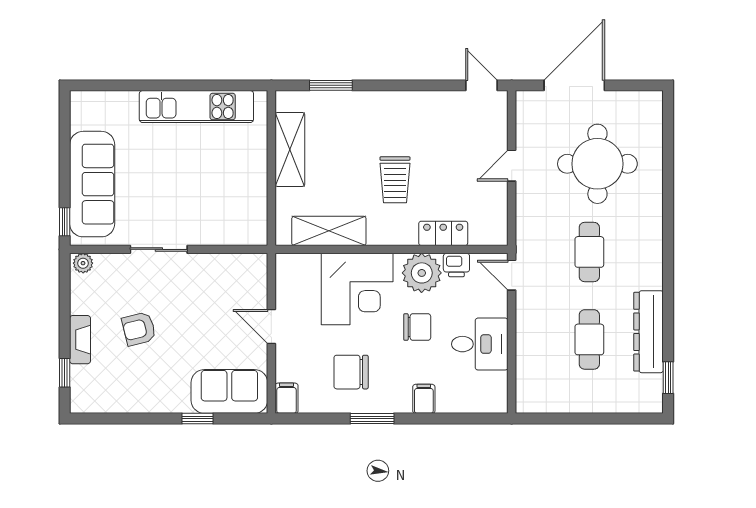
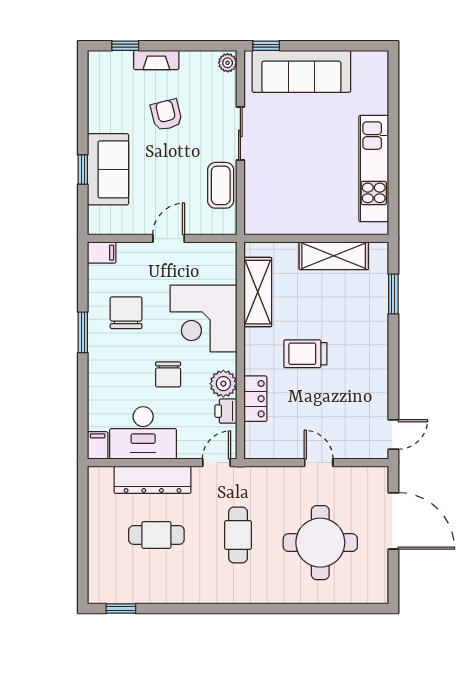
cafe table: (589, 252) -> (238, 535), turned 90
coffee table: (214, 271) -> (221, 185), added
plant: (422, 273) -> (223, 384), width x0.73, depth x0.73
dresser: (648, 332) -> (153, 480), moved, turned 180
desk: (480, 344) -> (143, 433), width x1.37
sofa: (229, 391) -> (108, 169), moved
filing cabinet: (424, 399) -> (98, 445), moved, turned -90

